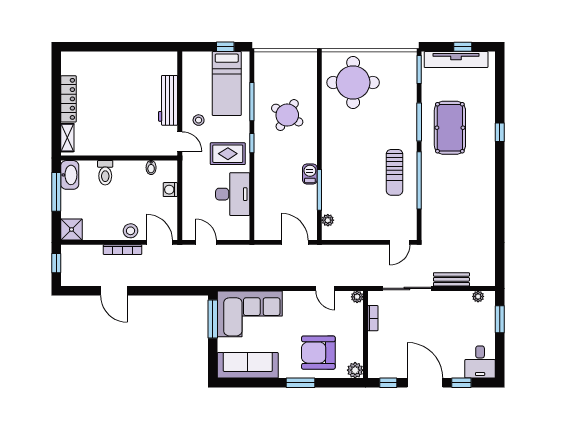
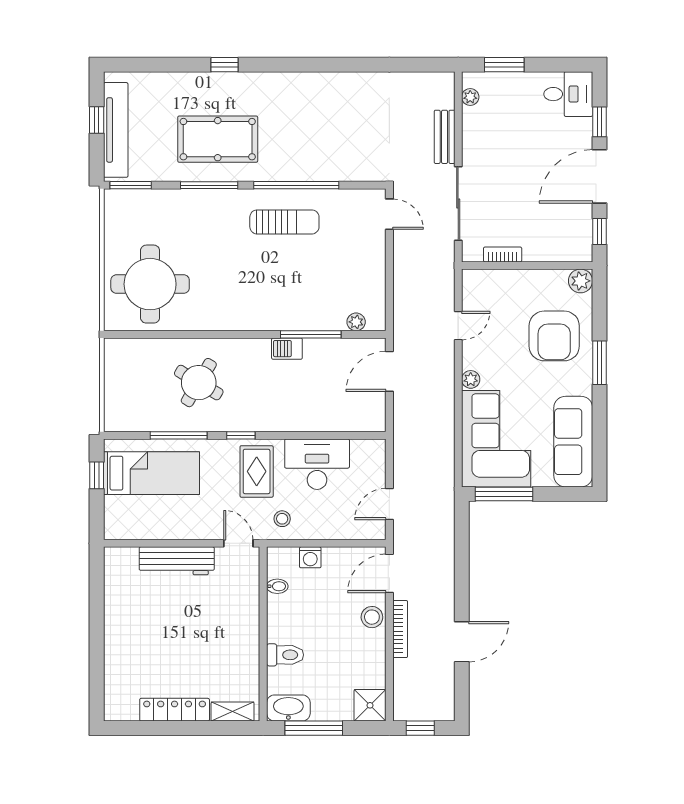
stool: (199, 120) -> (282, 519), moved
door: (180, 142) -> (238, 543), hinge flipped
plant: (357, 297) -> (471, 379), moved

